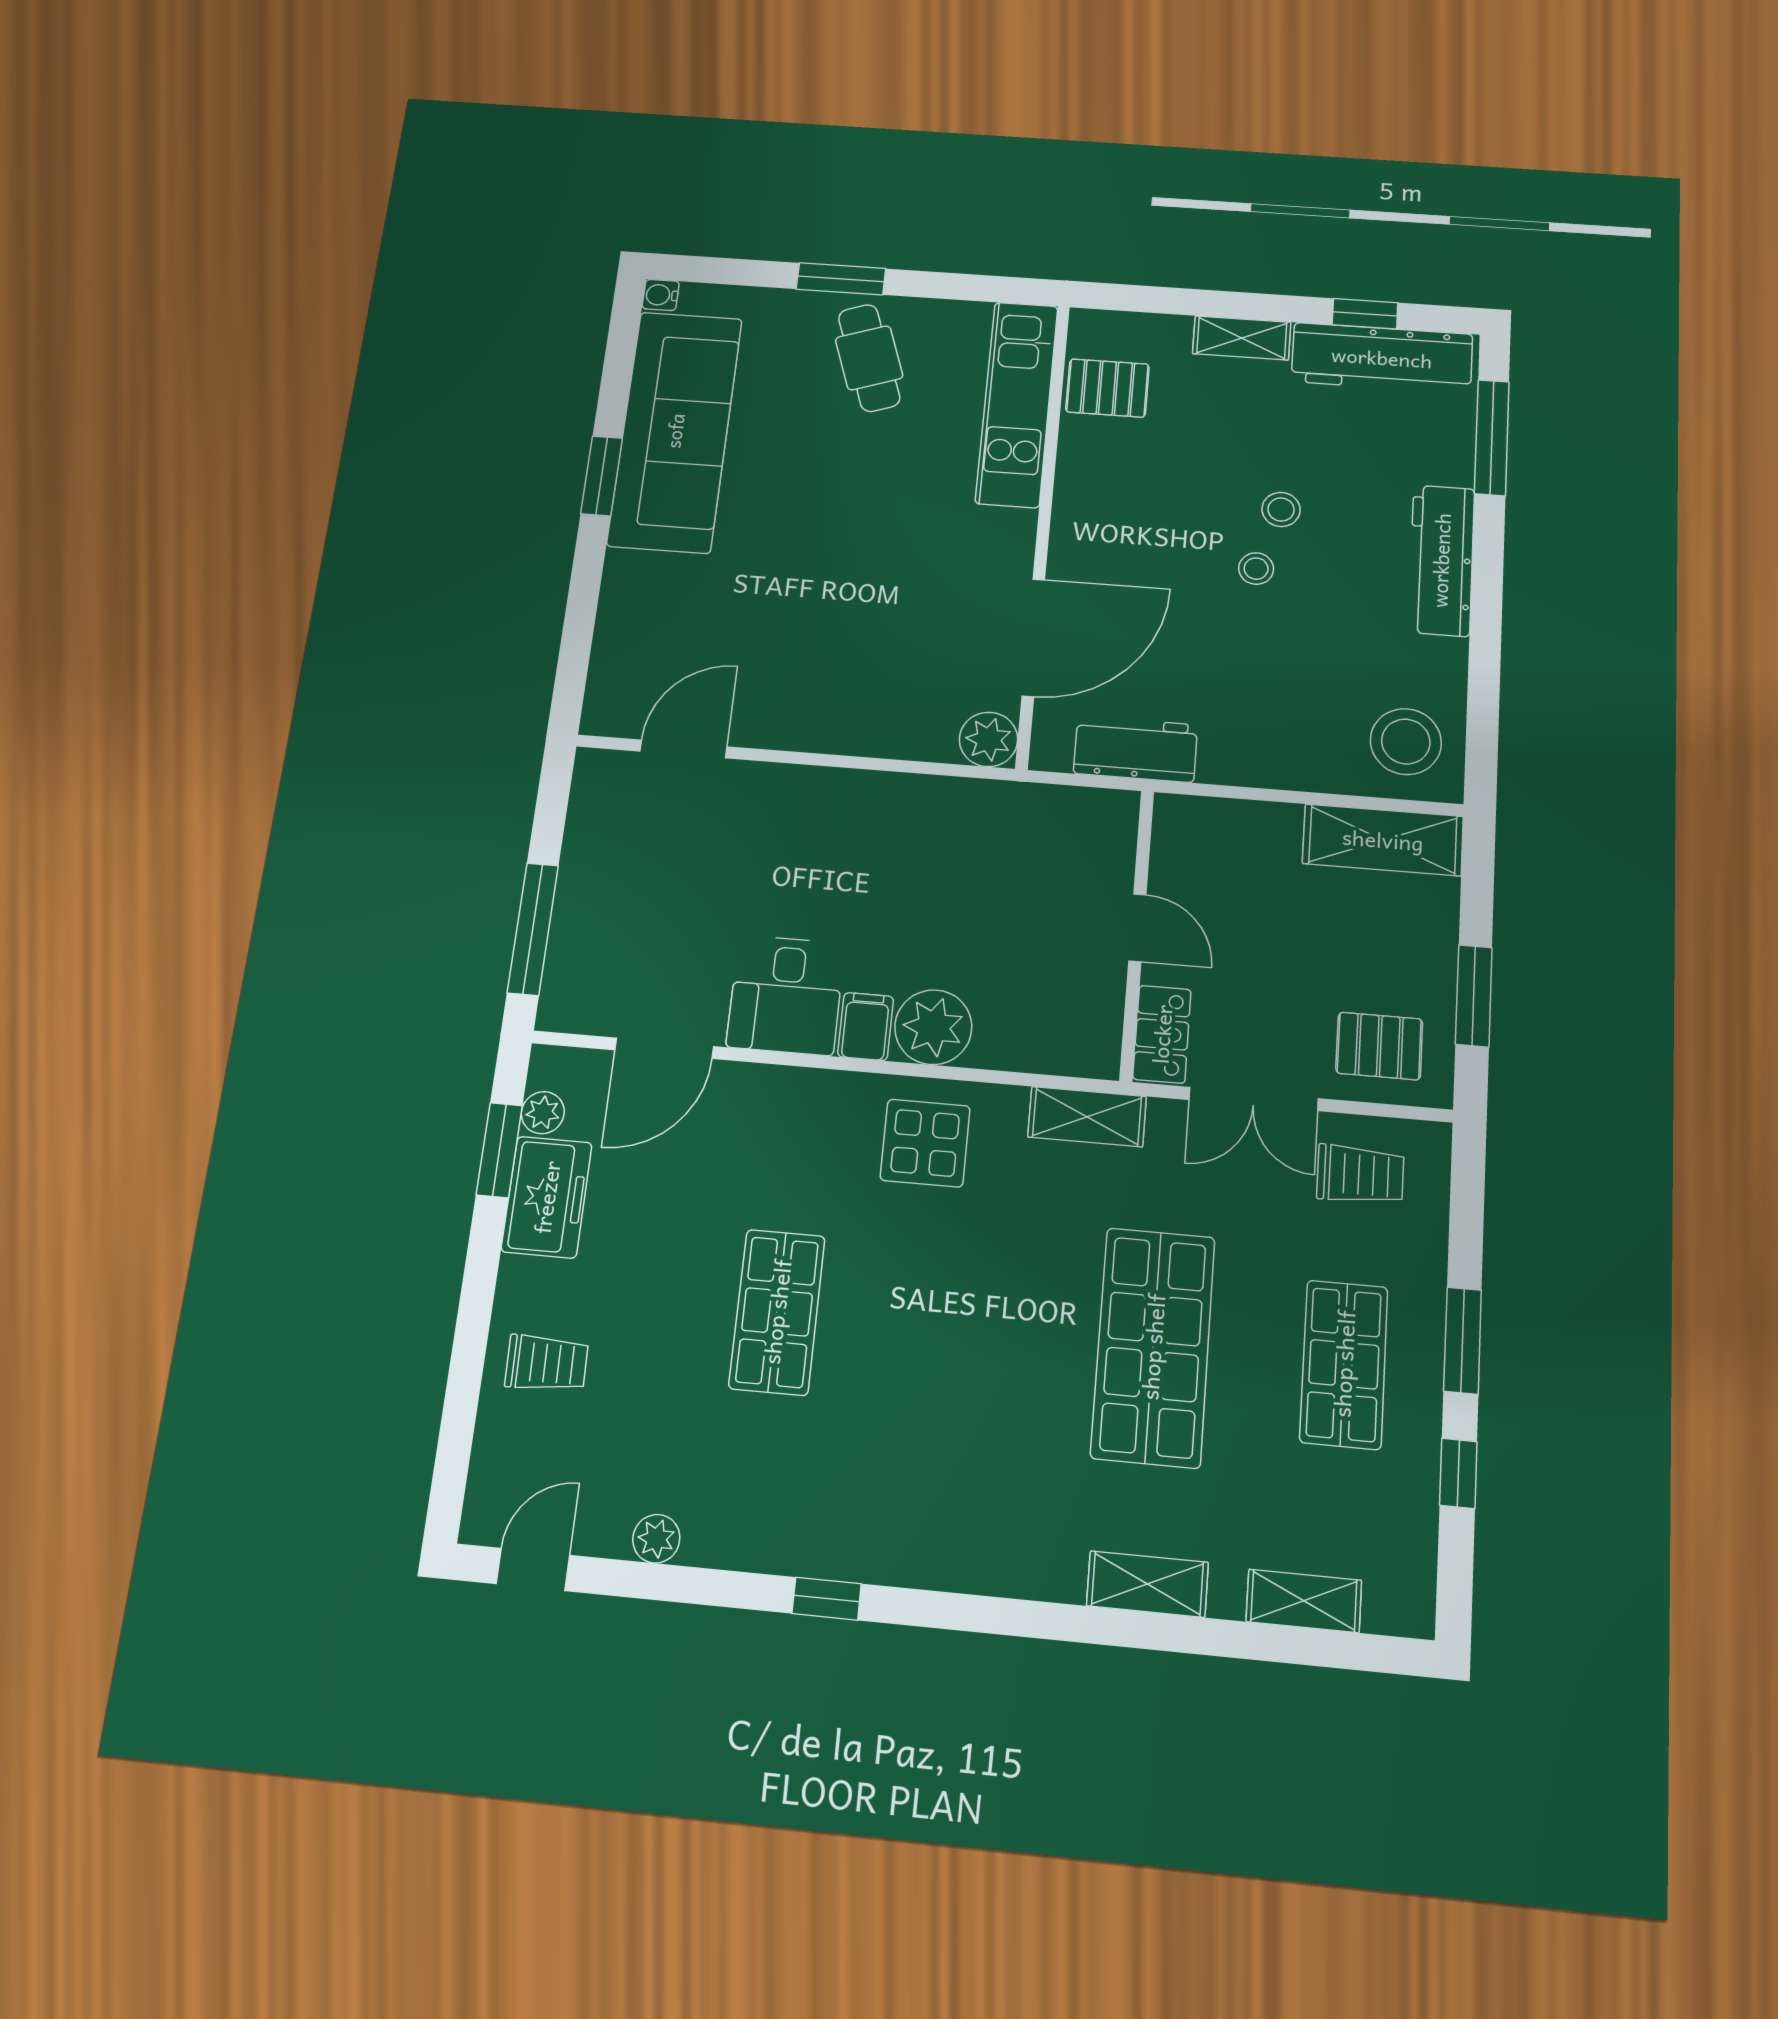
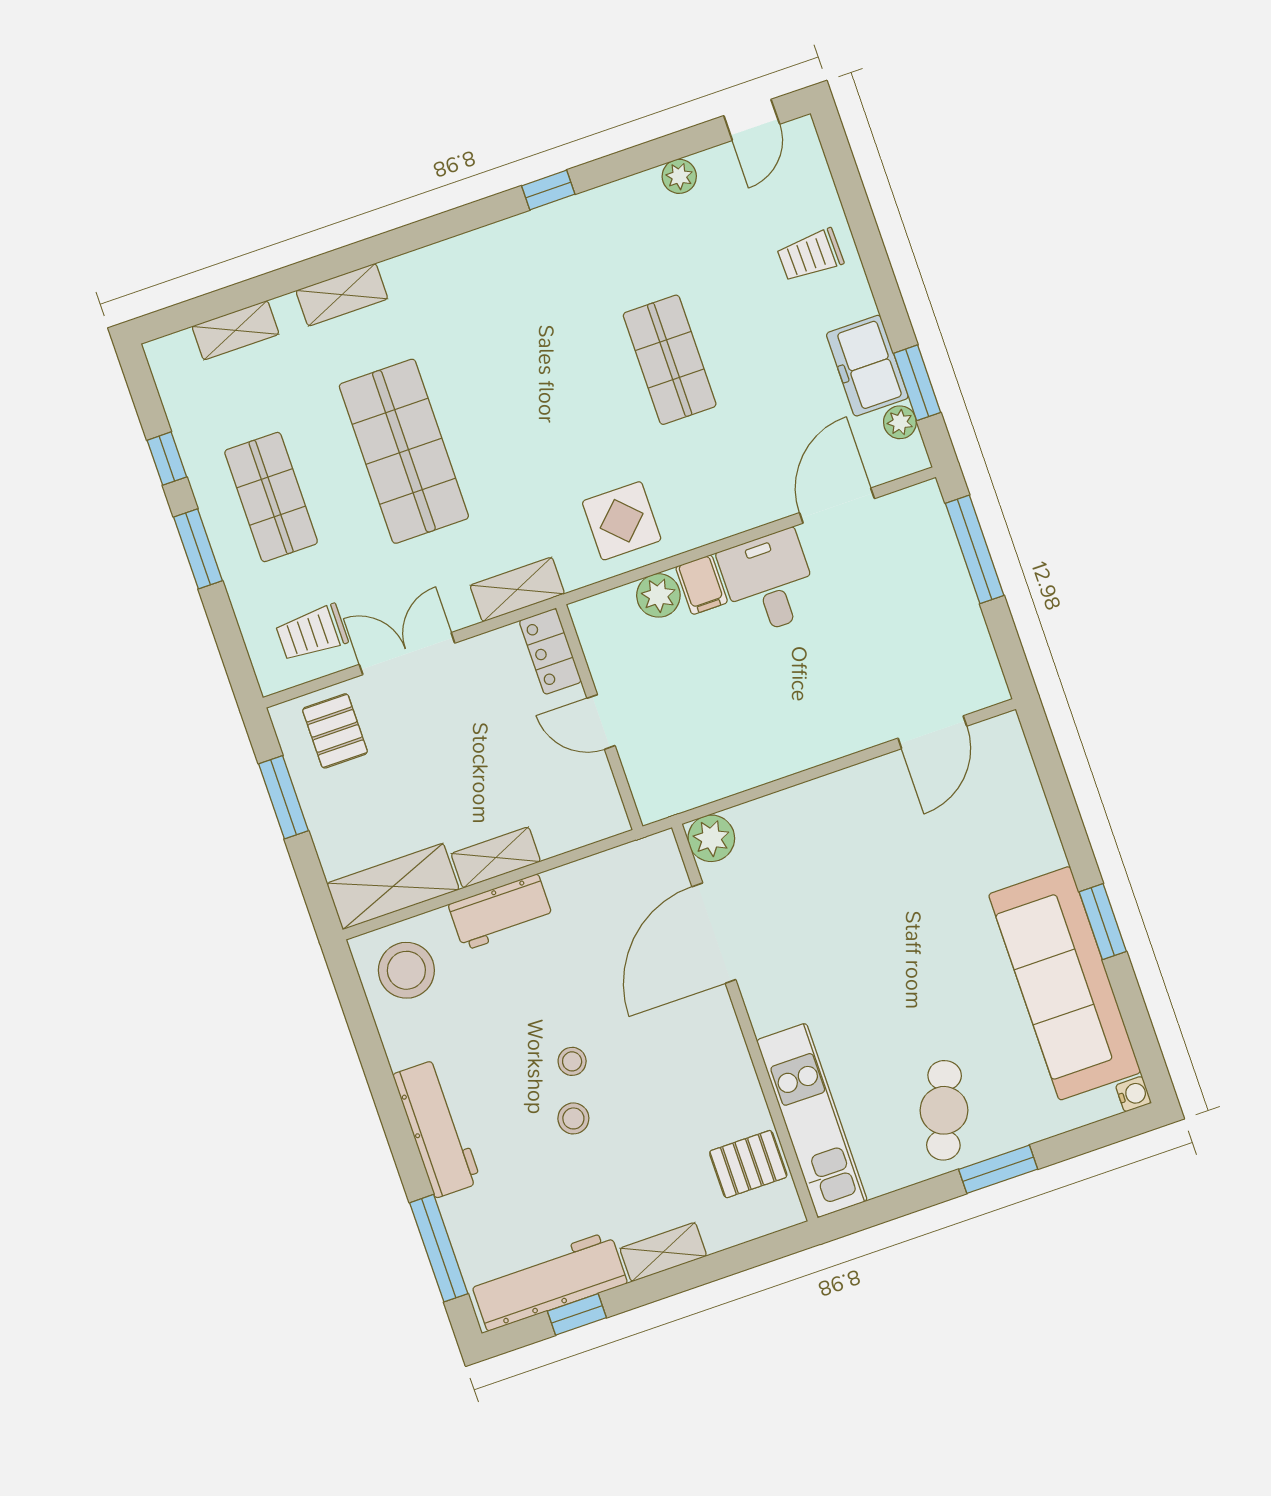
cafe table: (869, 358) -> (944, 1110), turned 39
workbench: (1136, 749) -> (501, 912), moved
shelving: (1248, 822) -> (496, 857), added
door: (1137, 928) -> (601, 722), moved
wall: (1137, 934) -> (599, 717), moved
plant: (933, 1027) -> (658, 595), width x0.73, depth x0.73
locker: (1162, 1034) -> (550, 651), moved
pallet: (1379, 1046) -> (335, 731), turned 90

